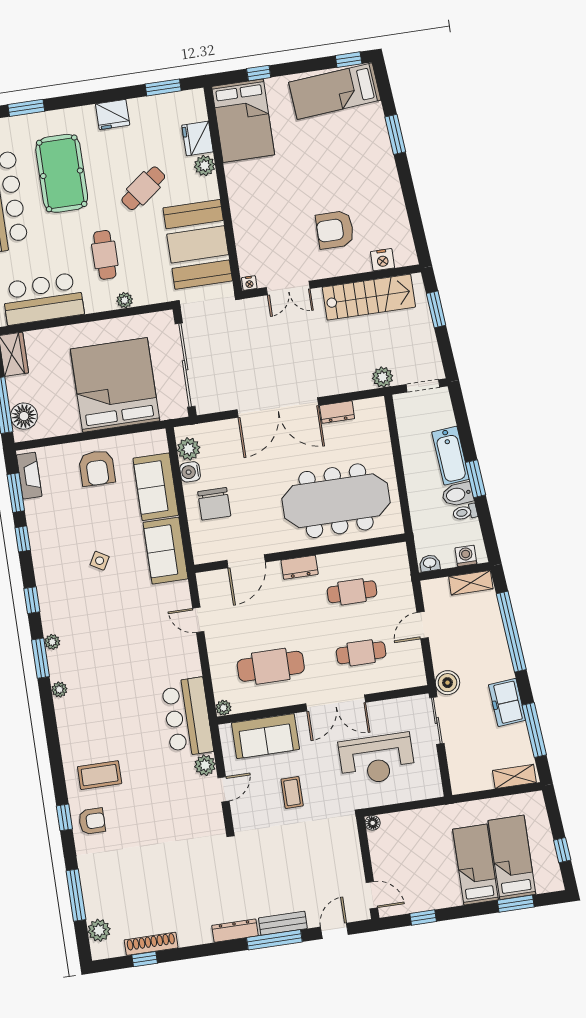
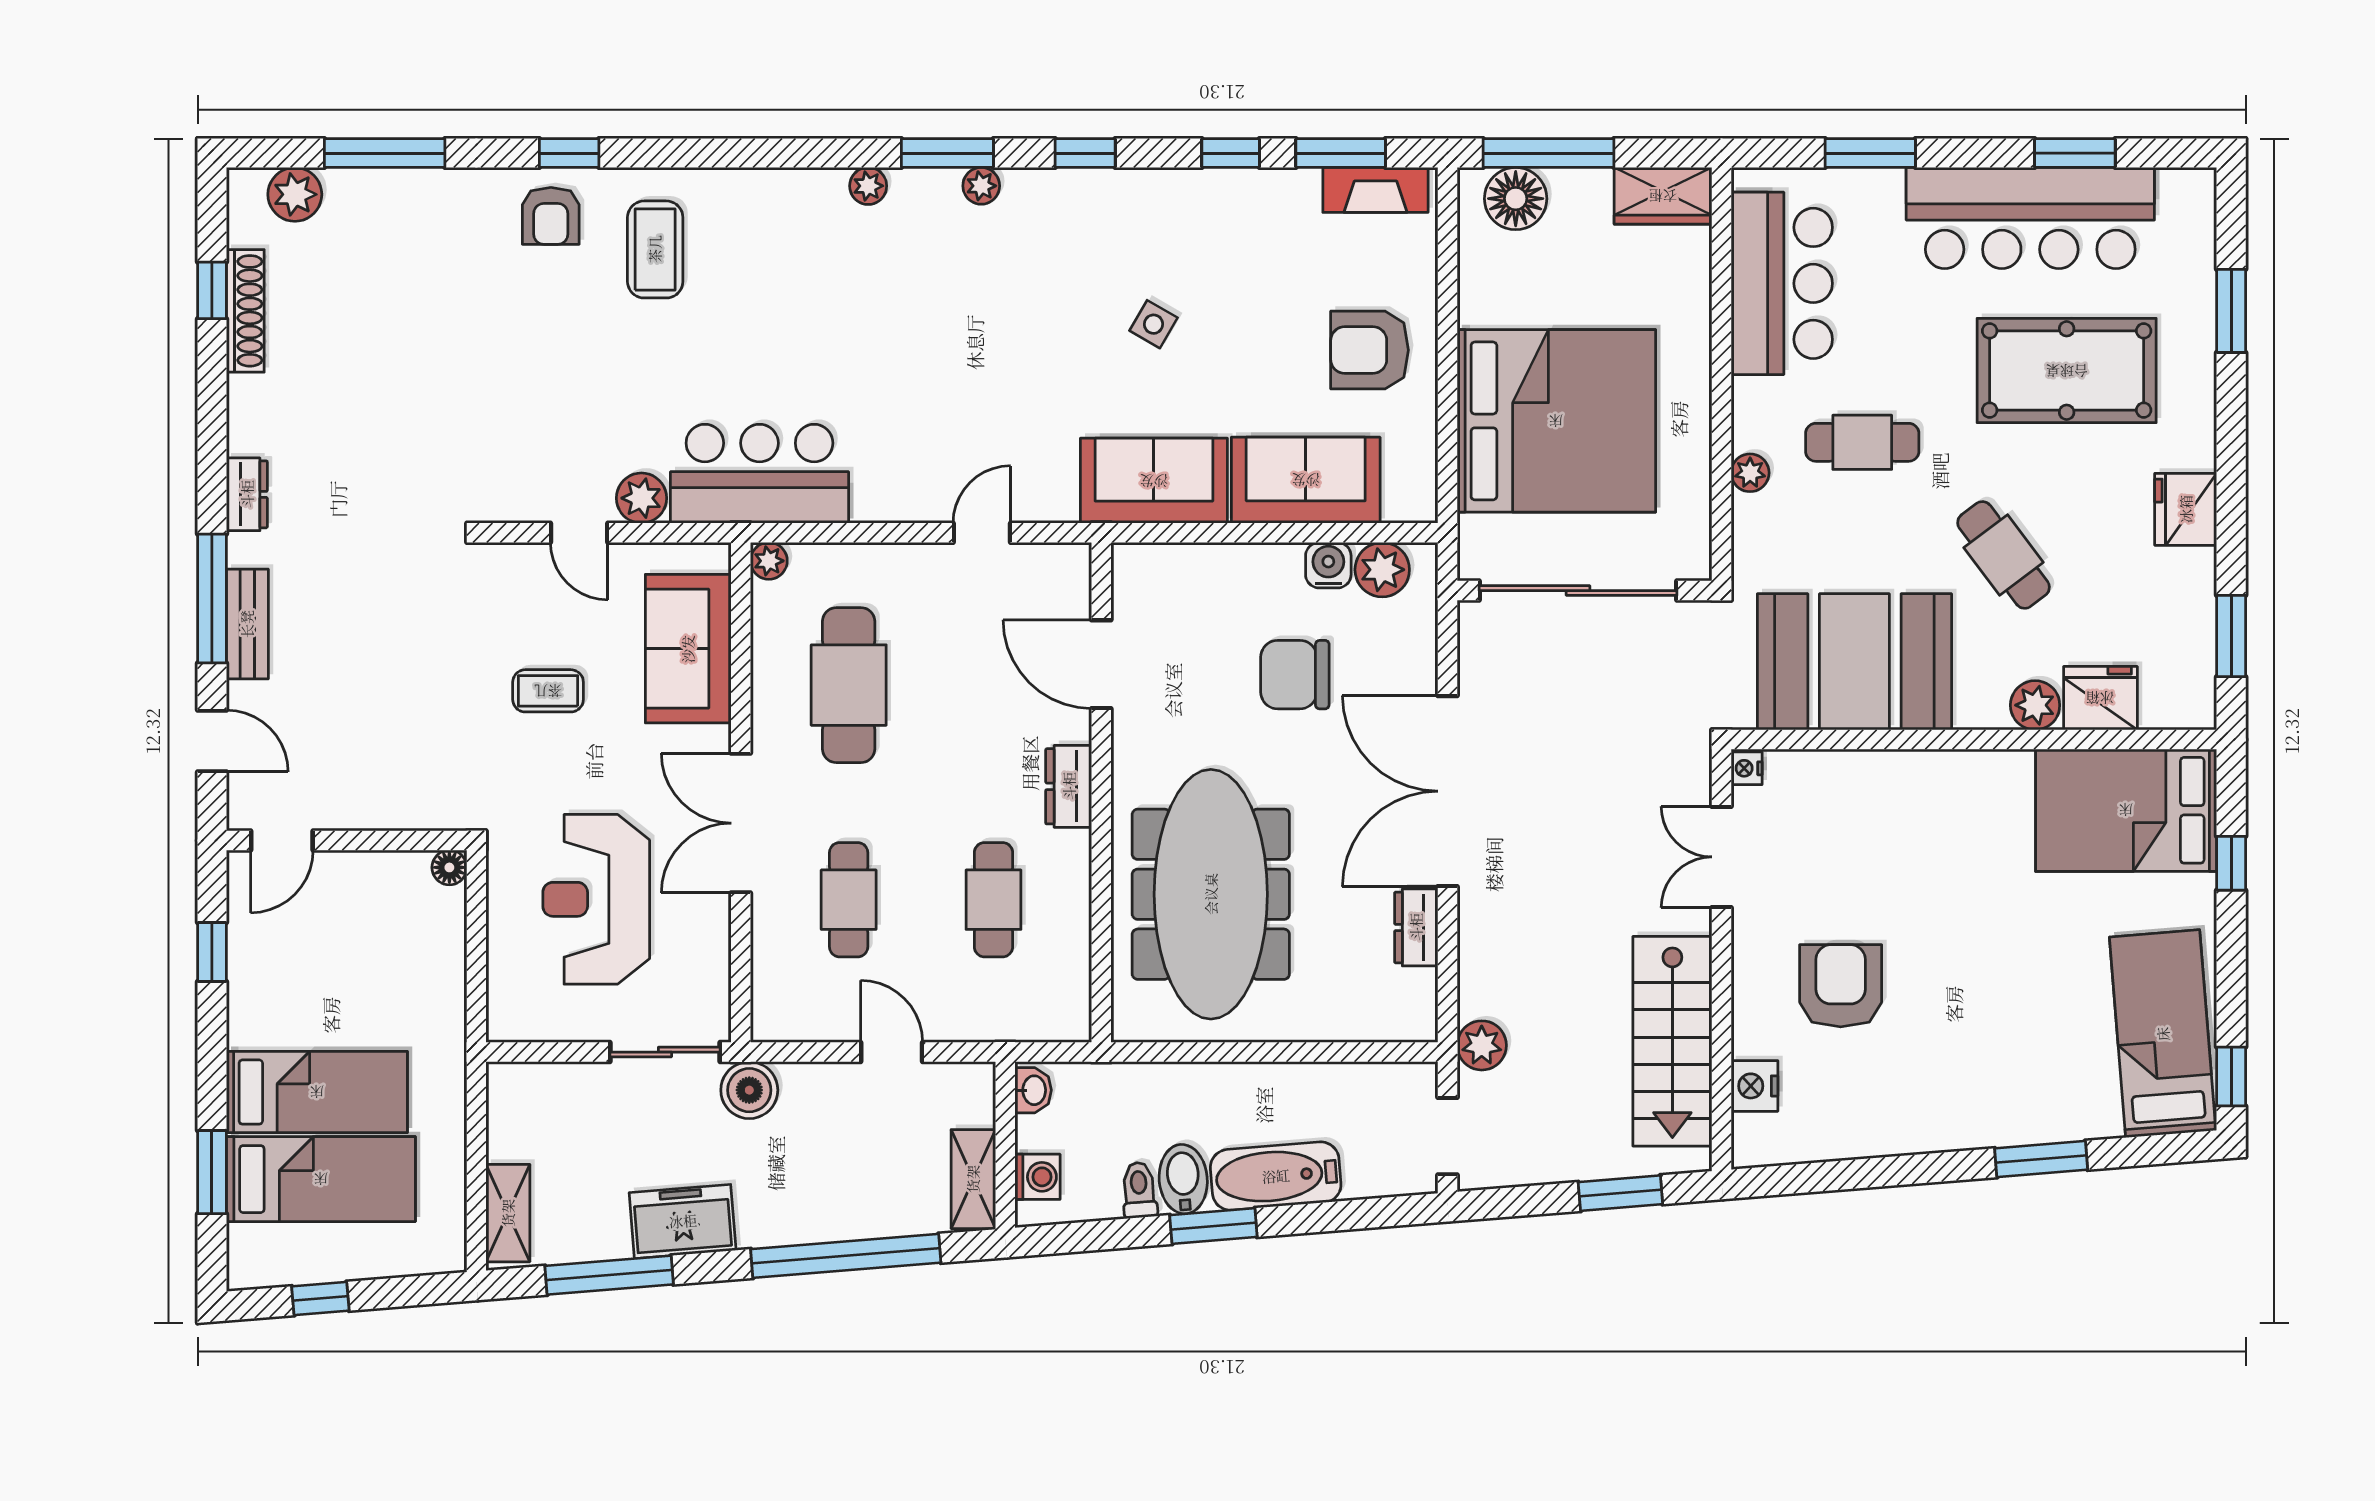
chair: (214, 504) -> (1295, 675), moved
dresser: (235, 931) -> (247, 494), width x0.70

